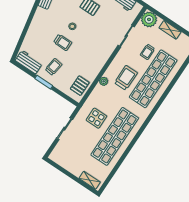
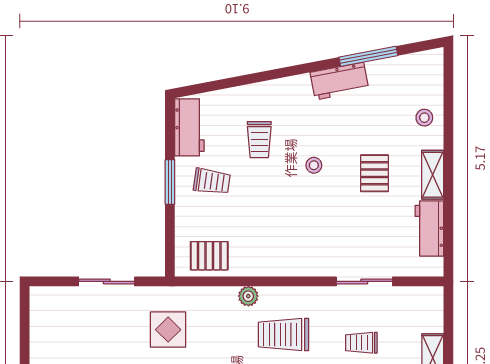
plant: (149, 19) -> (426, 304), removed
trolley: (63, 42) -> (259, 140), moved
trolley: (126, 78) -> (284, 334), turned 180

